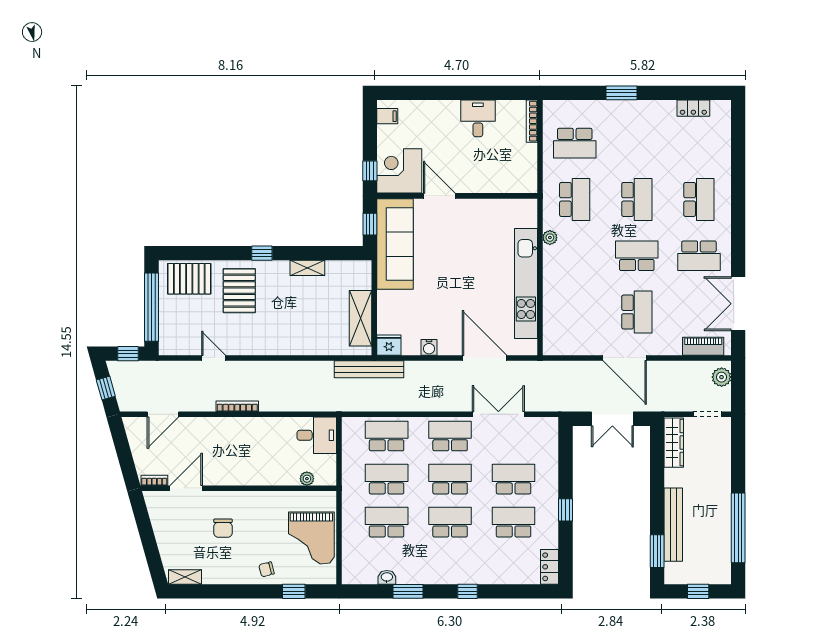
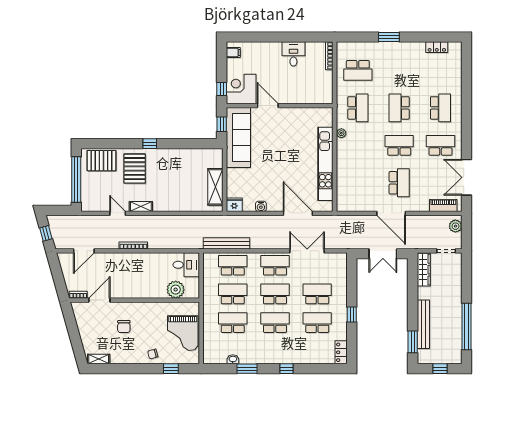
school desk: (637, 199) -> (399, 108), turned 180
school desk: (699, 256) -> (440, 145), turned 180
shelving: (307, 268) -> (141, 206), moved
window: (128, 354) -> (61, 210), removed
bench: (369, 369) -> (226, 243), moved
plant: (307, 479) -> (176, 290), width x1.87, depth x1.87

